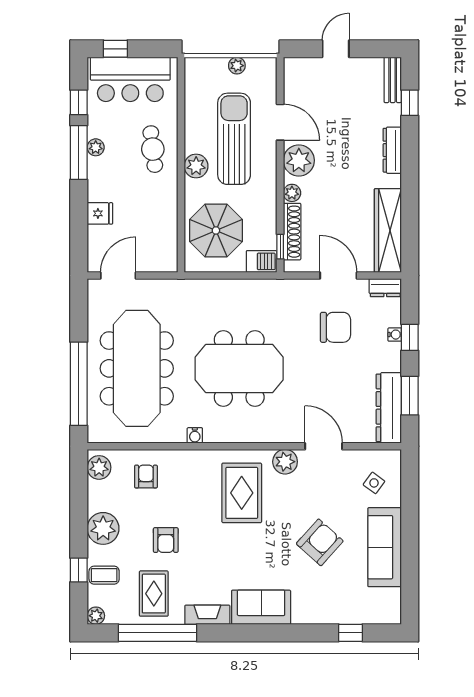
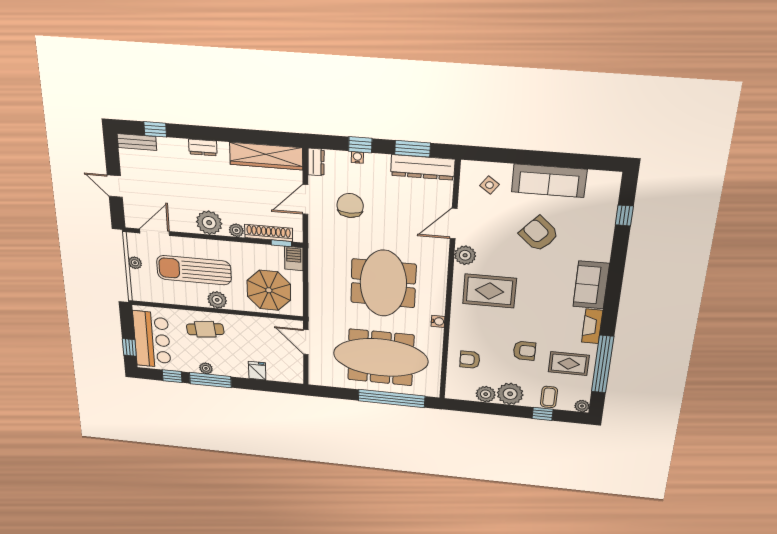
door: (280, 122) -> (155, 232), moved
dresser: (392, 150) -> (203, 147), width x0.70
door: (118, 275) -> (306, 342), moved
plant: (99, 467) -> (486, 394), moved

